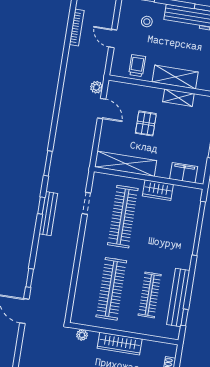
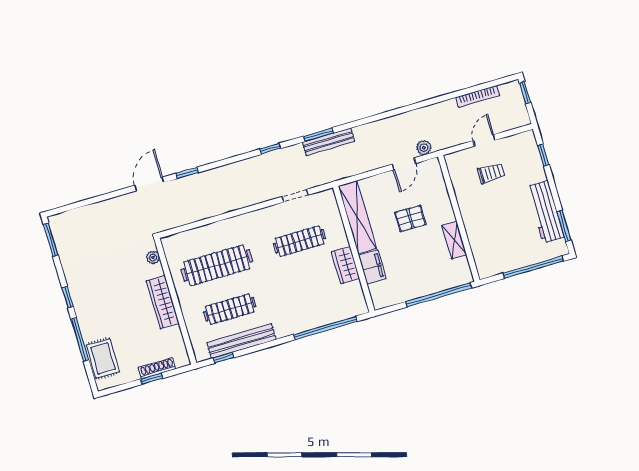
stool: (147, 22) -> (519, 168), removed
trolley: (137, 66) -> (491, 173), moved
shelving: (175, 77) -> (475, 226), removed
filing cabinet: (184, 173) -> (372, 267), moved
bench: (48, 214) -> (329, 142), moved
clothes rail: (123, 217) -> (300, 241), width x0.73, depth x0.76

